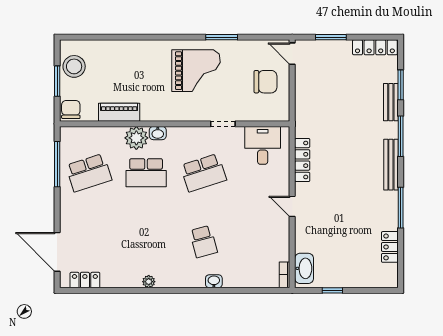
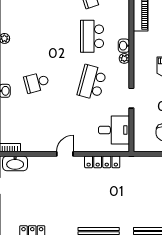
plant: (136, 138) -> (124, 58), moved, width x0.53, depth x0.53
school desk: (203, 173) -> (92, 82), turned 33

